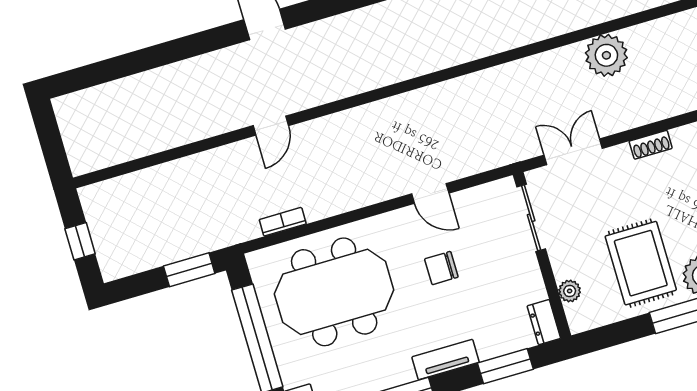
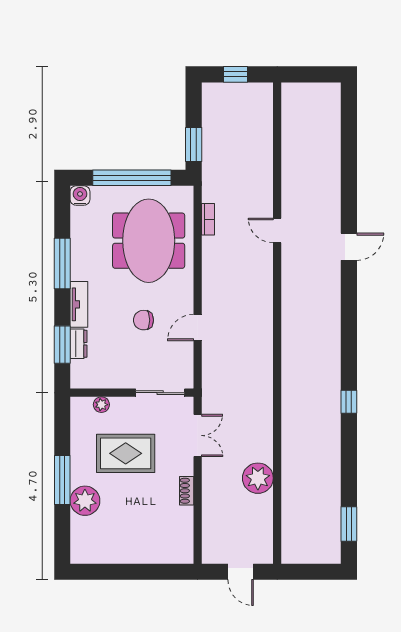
rug: (641, 263) -> (126, 453), moved
chair: (441, 268) -> (143, 320), turned -90
dresser: (544, 322) -> (79, 344), moved, turned 90

